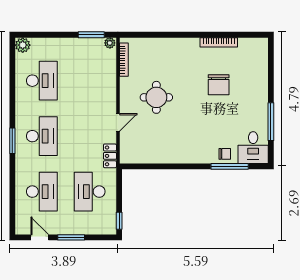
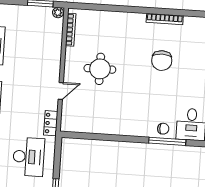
desk: (90, 192) -> (29, 157), turned 180

